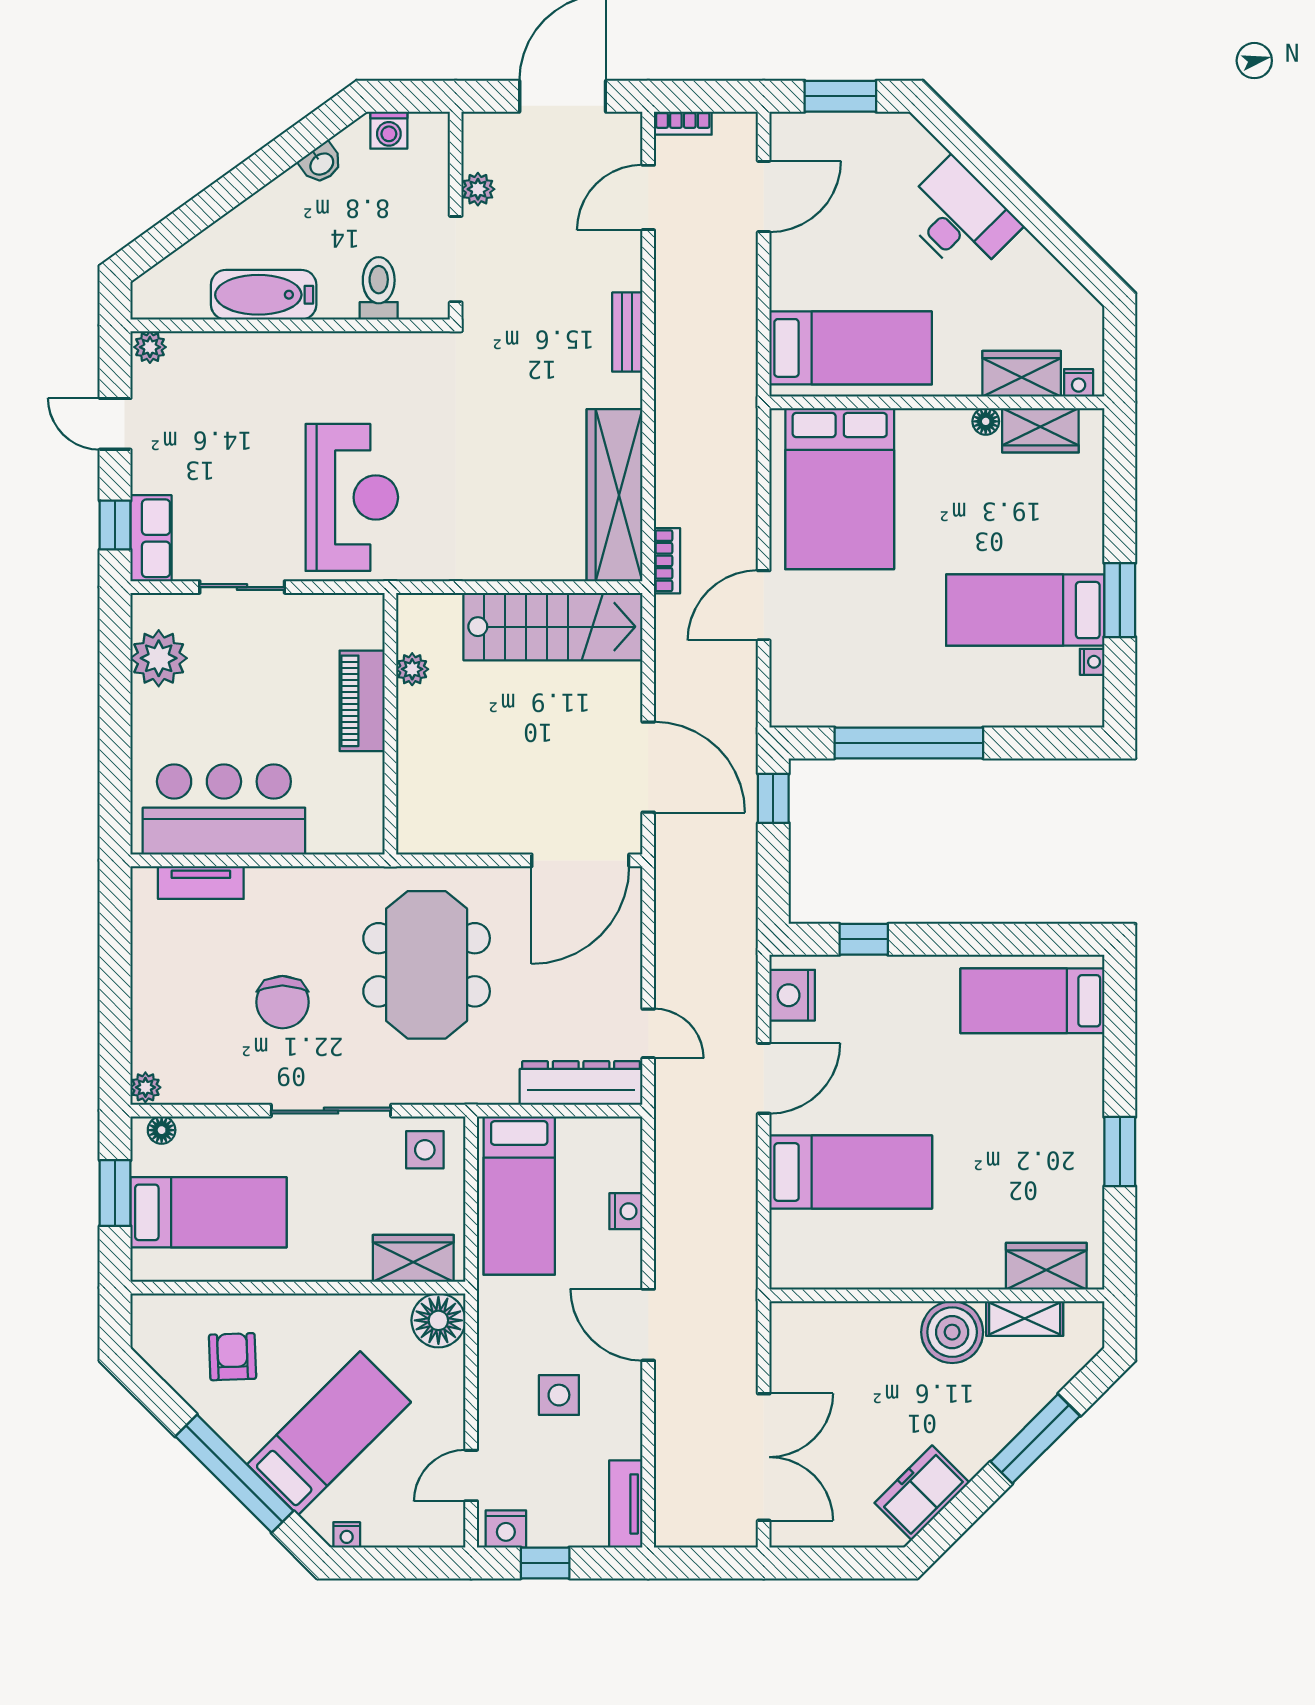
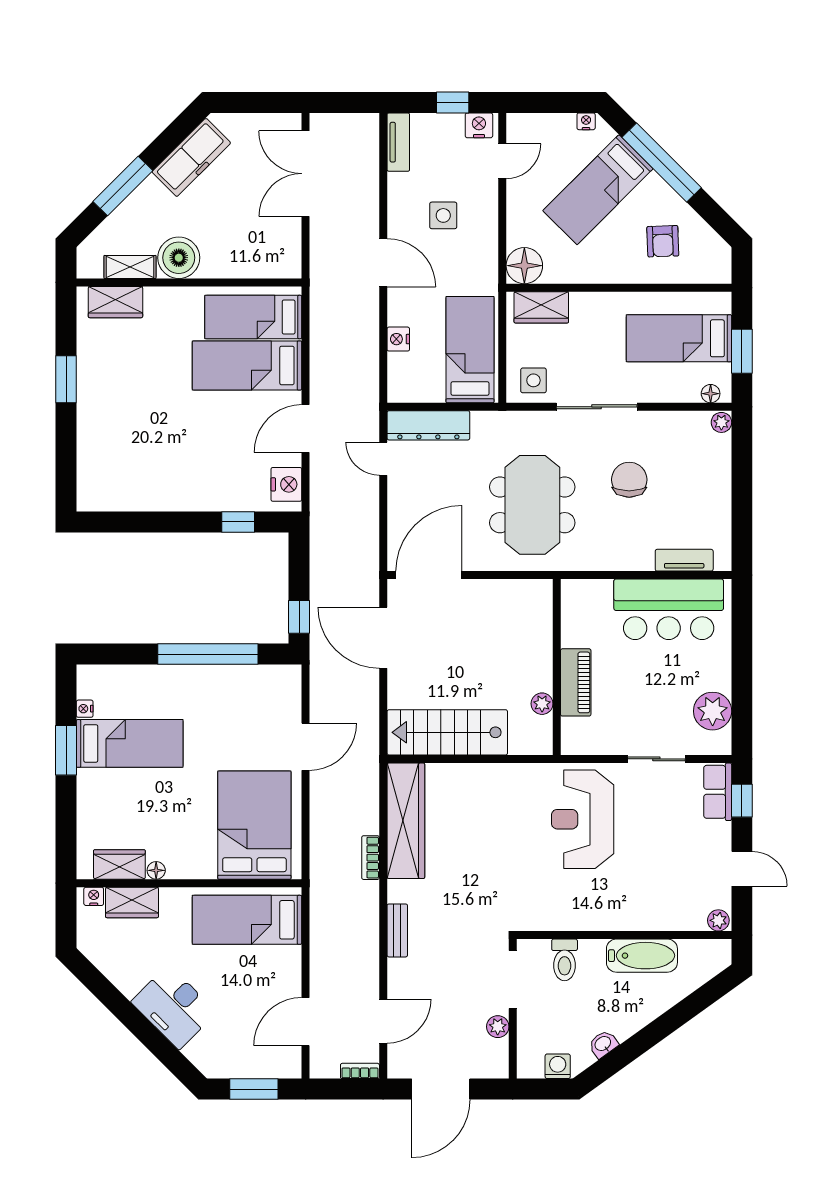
bookcase: (667, 561) -> (371, 858), moved
bed: (1032, 1001) -> (253, 317), moved, turned 180
freezer: (922, 1493) -> (191, 157), width x1.40

